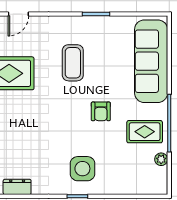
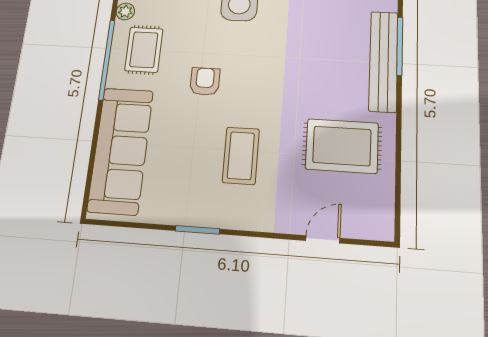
rug: (145, 132) -> (144, 50), turned 90

